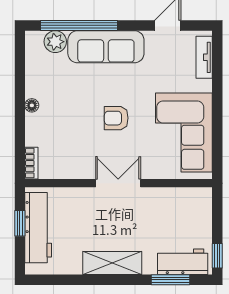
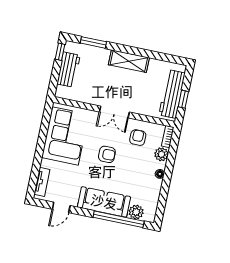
plant: (35, 135) -> (161, 154), added
armchair: (76, 152) -> (138, 138), added
workbench: (183, 262) -> (68, 70), moved, turned -90

